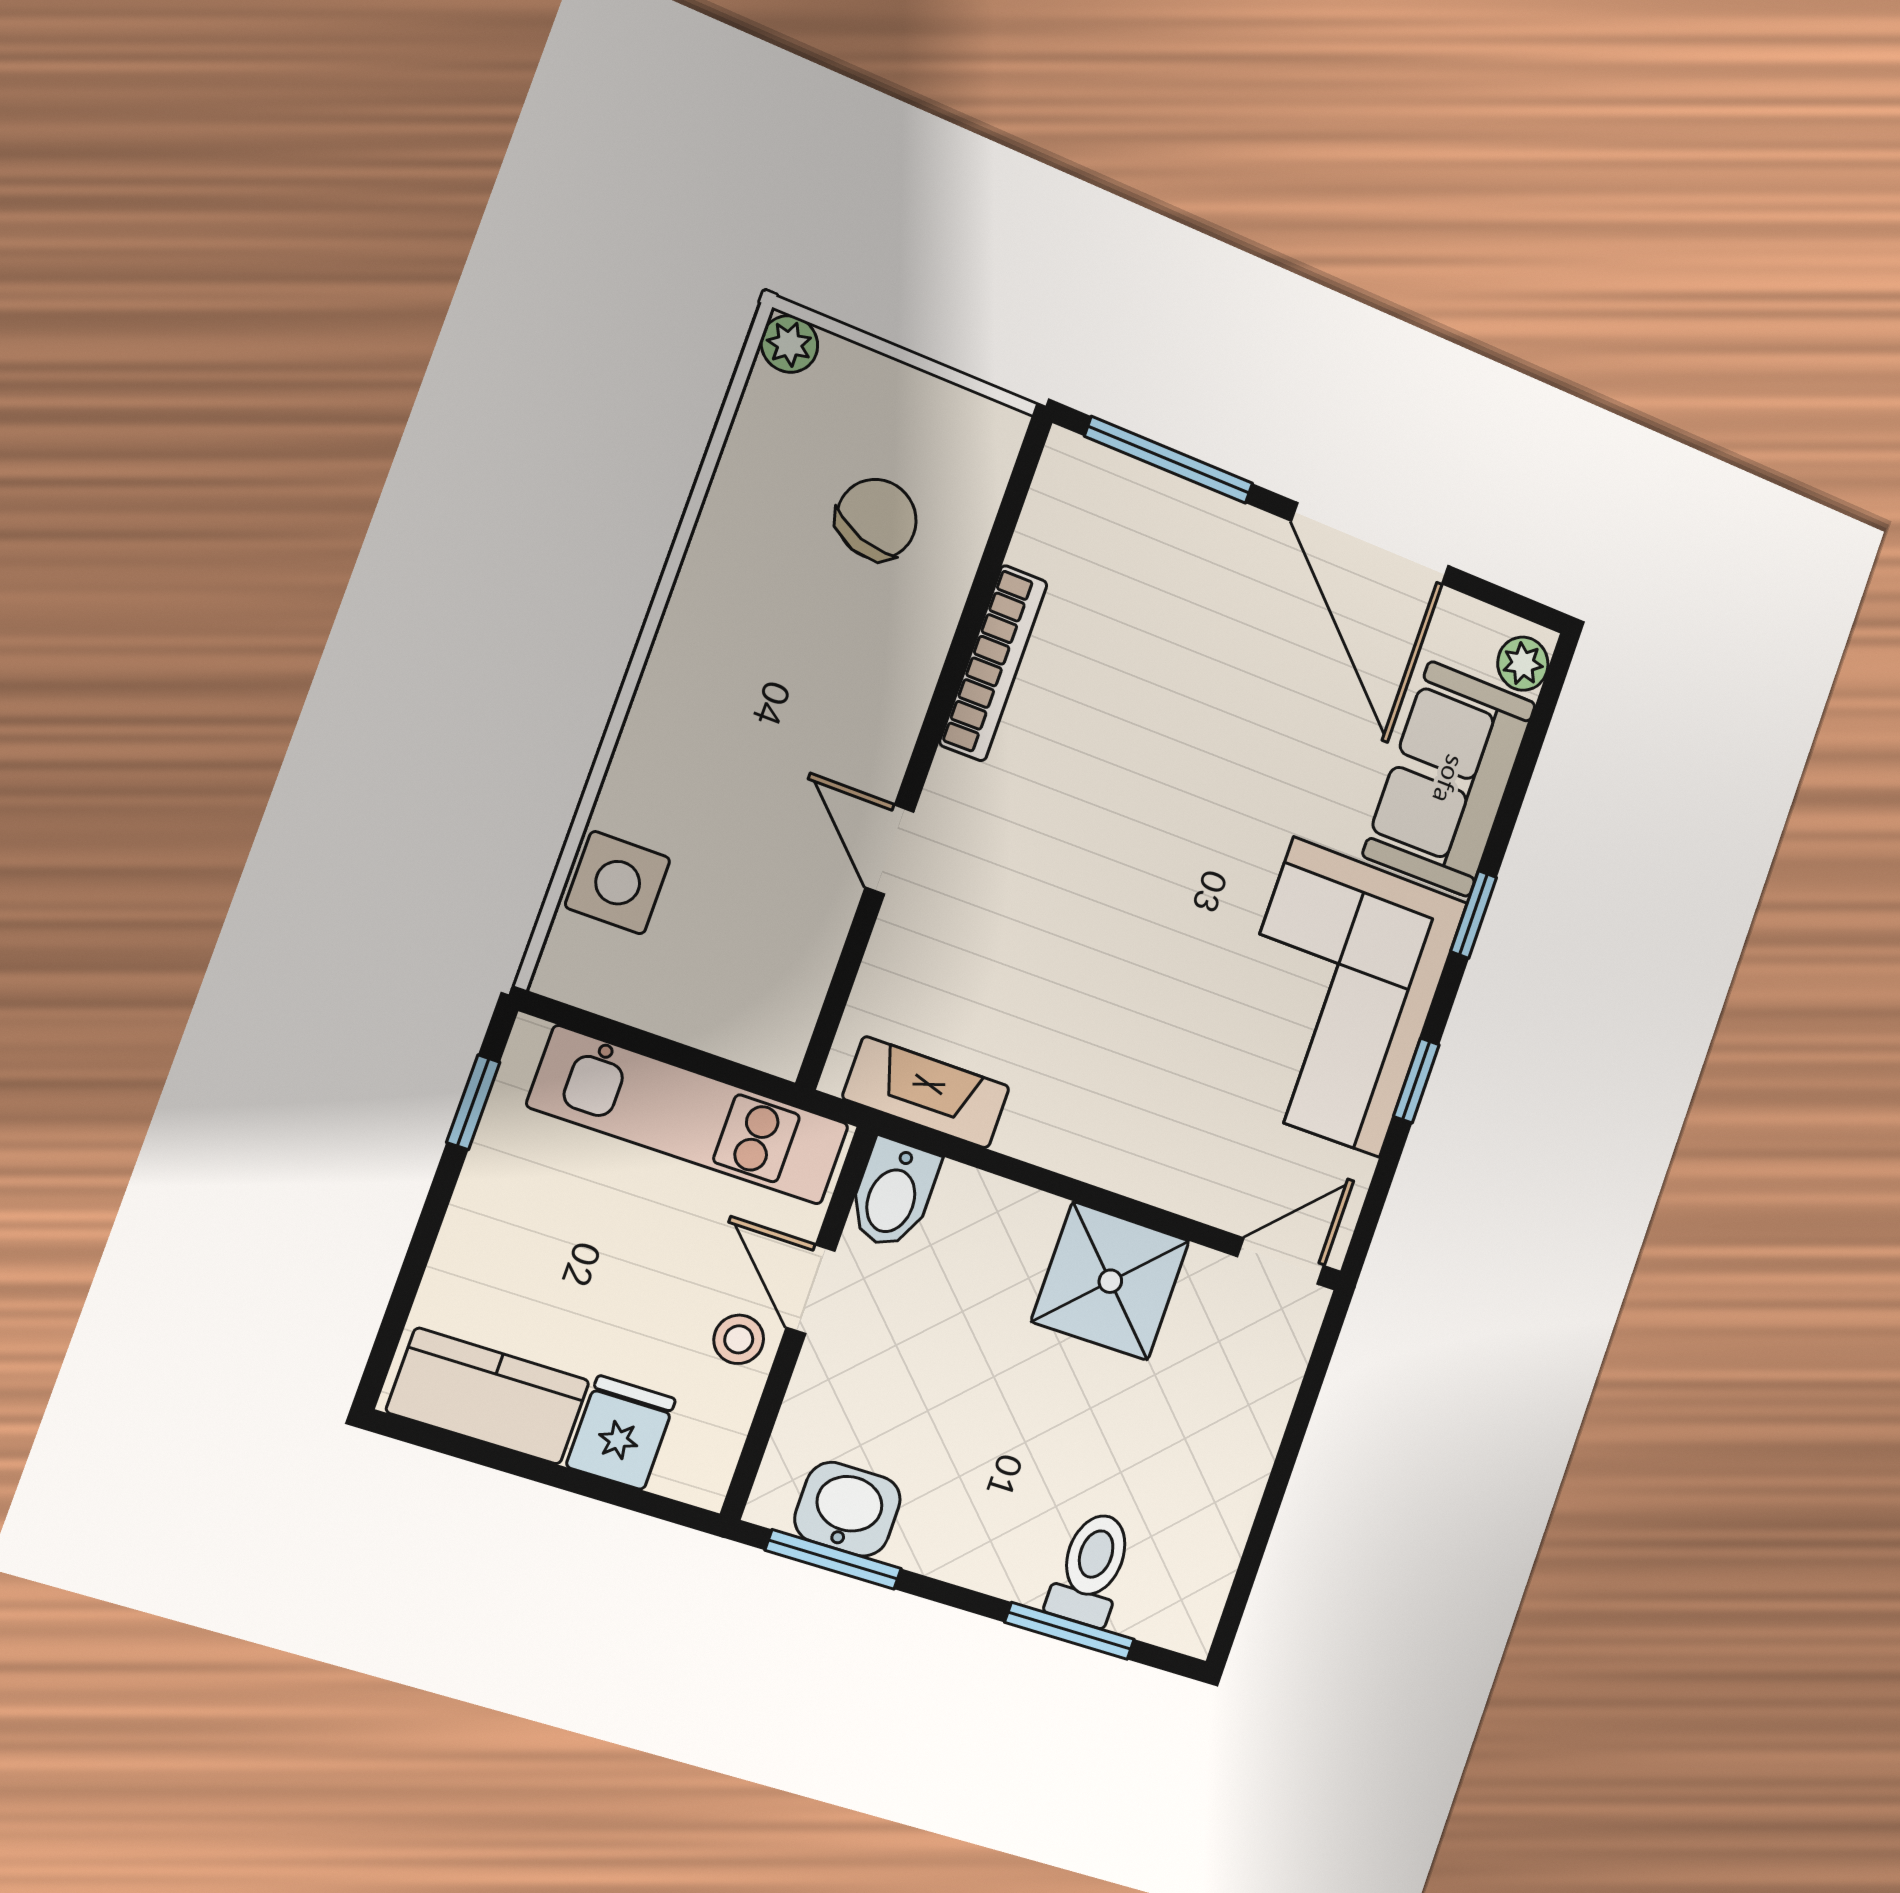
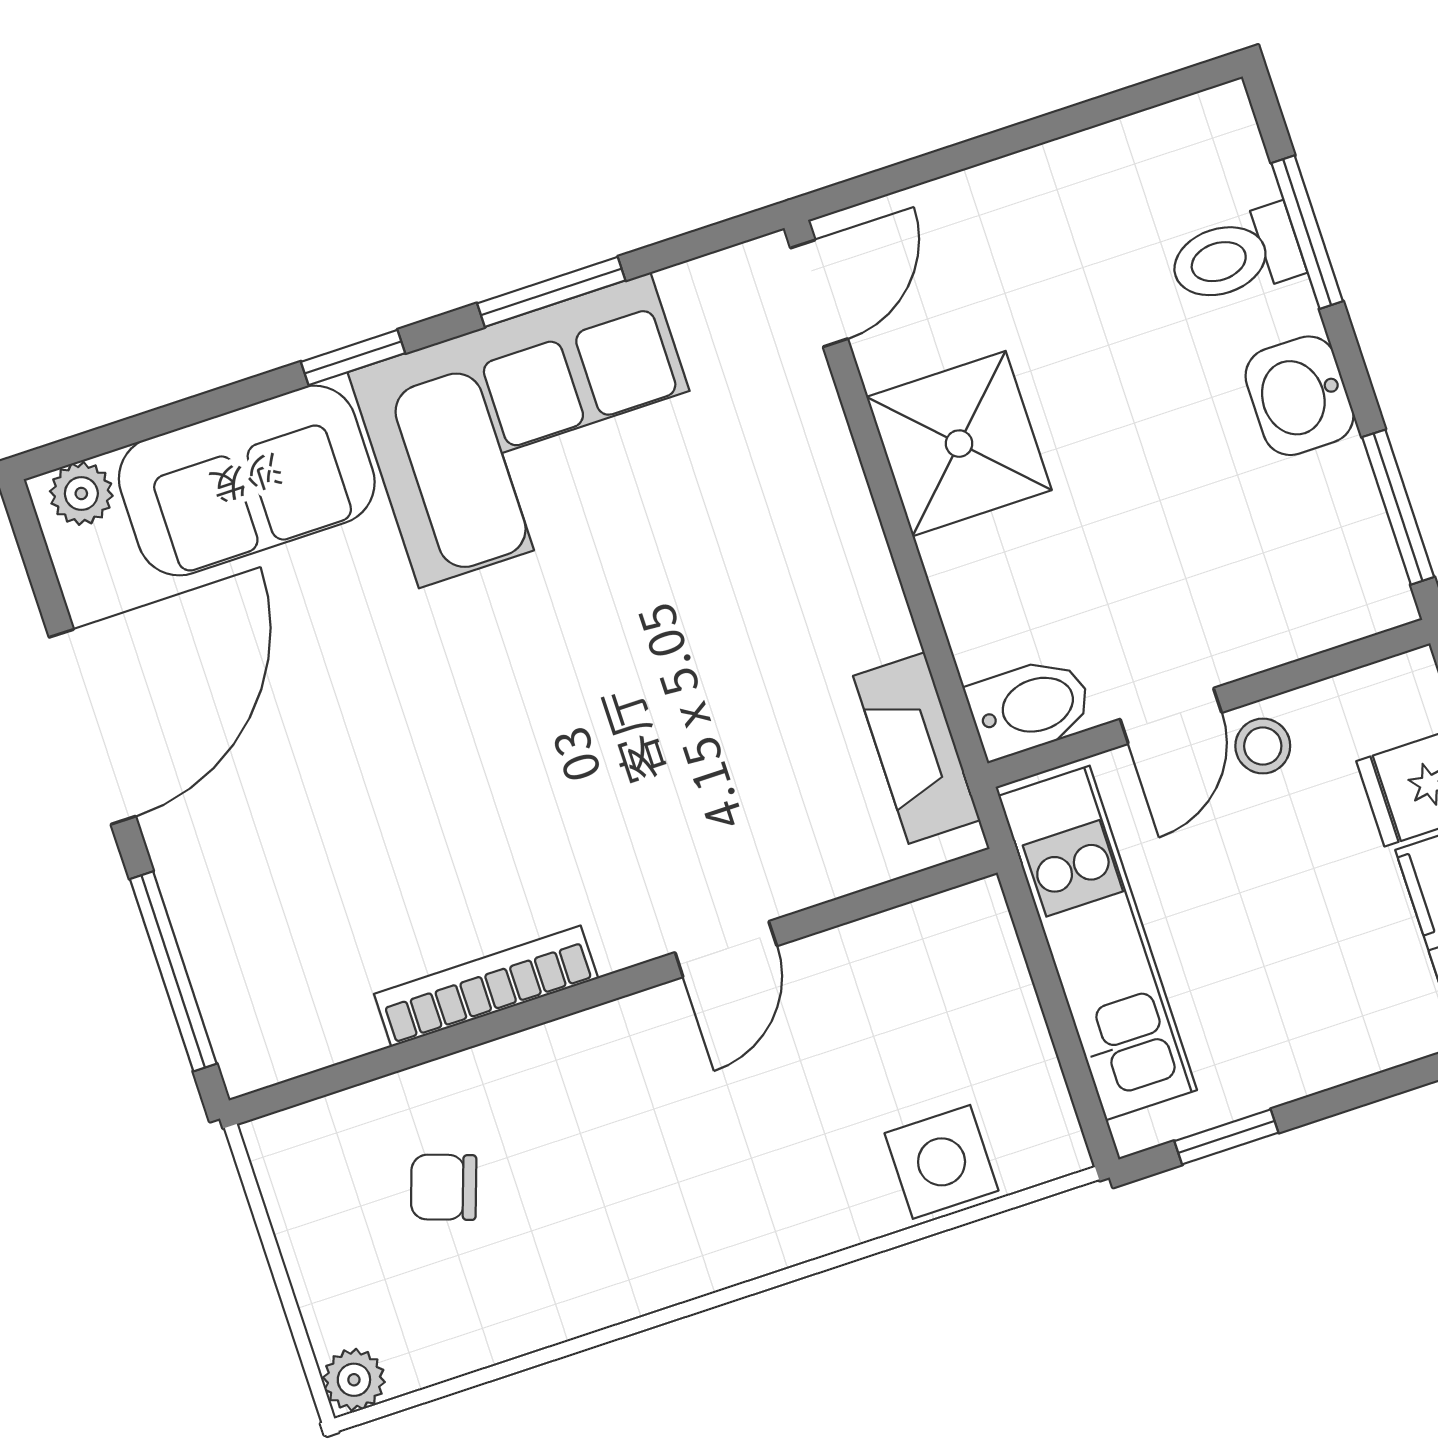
chair: (877, 519) -> (444, 1187), width x0.73, depth x0.73
window: (1416, 1081) -> (551, 292), width x1.50
door: (1281, 1261) -> (819, 293), swing flipped
washbasin: (848, 1509) -> (1299, 396), moved

